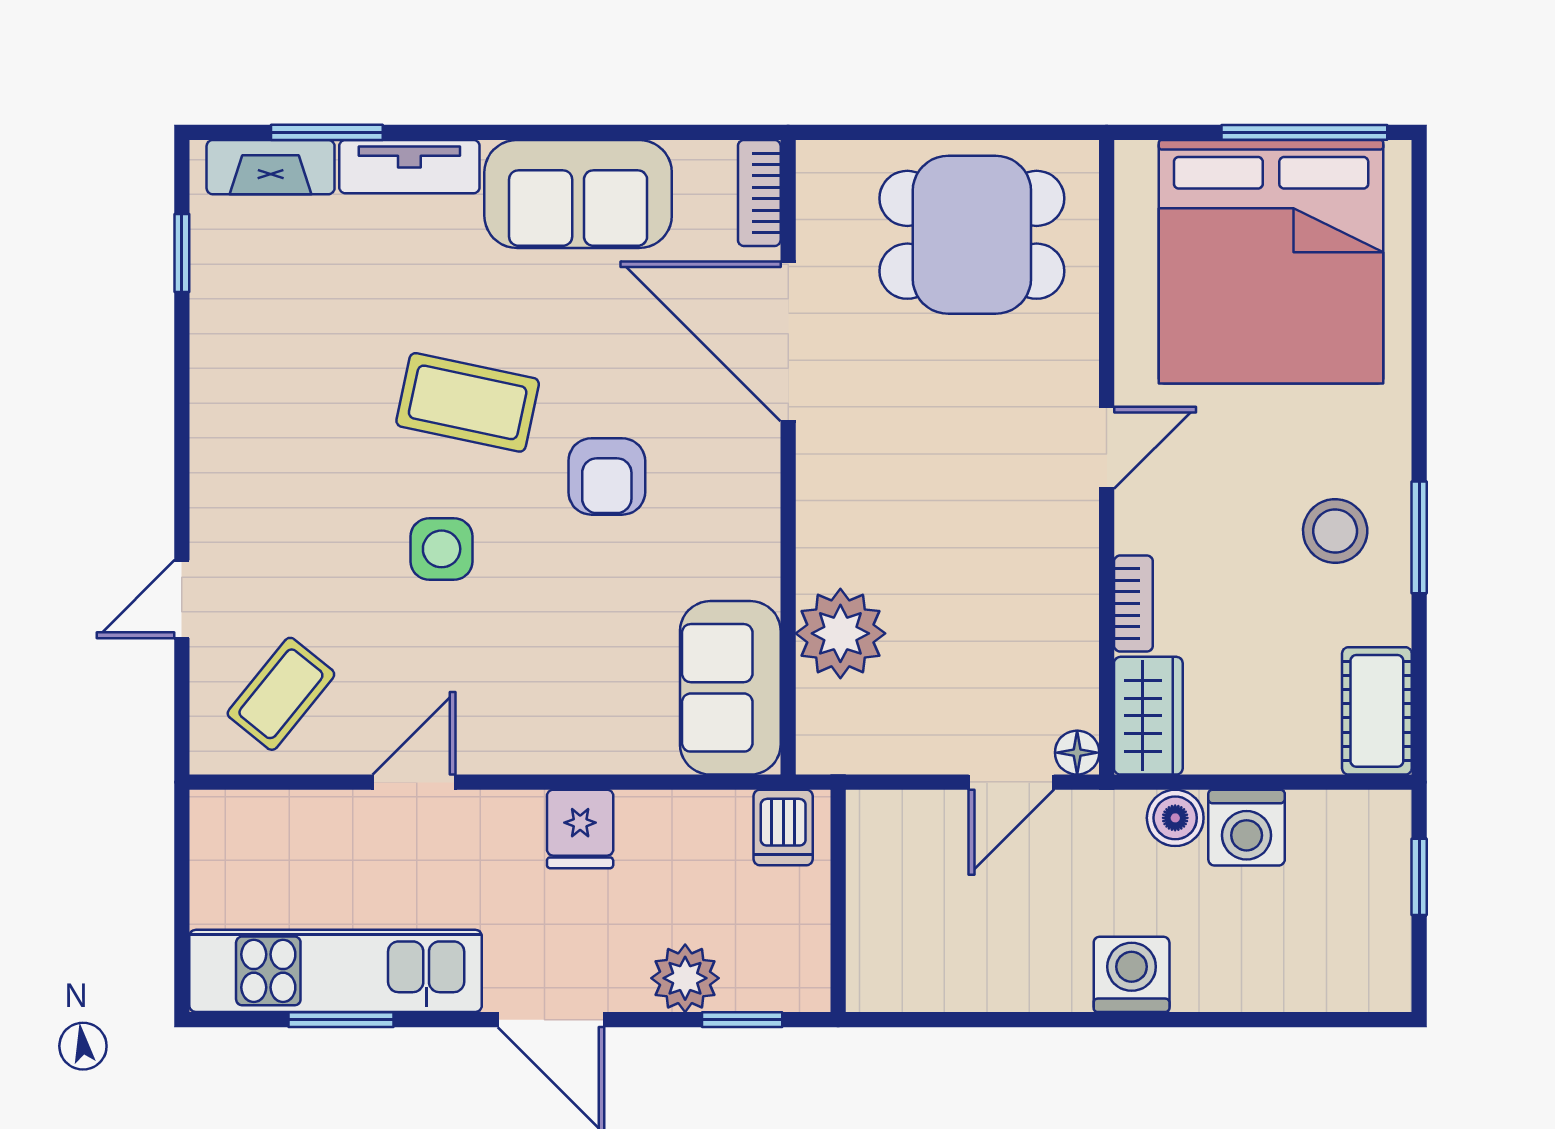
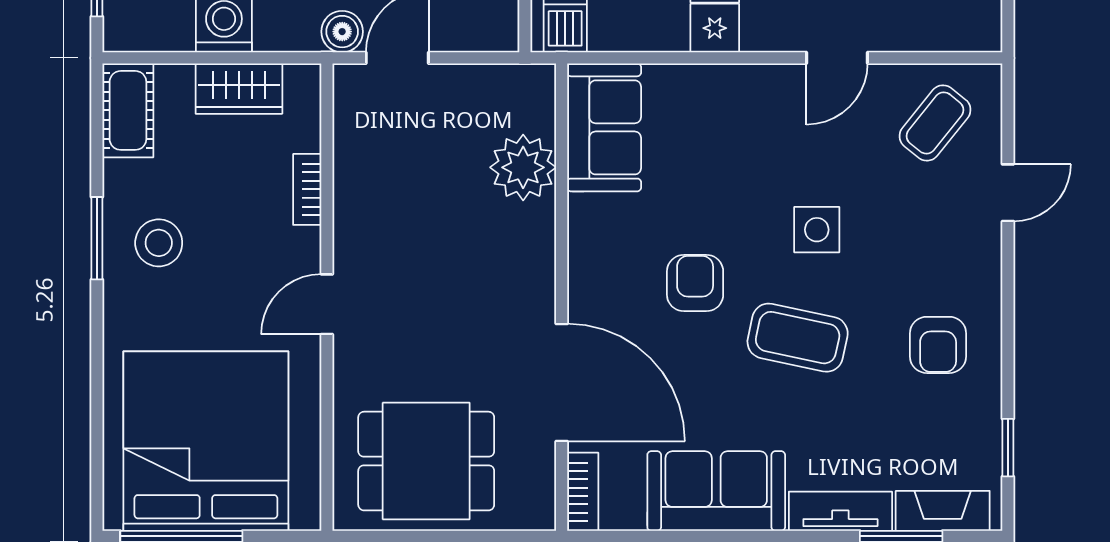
armchair: (277, 392) -> (938, 345), added
wardrobe: (1148, 716) -> (239, 89), moved, turned -90
floor lamp: (1077, 753) -> (349, 80), removed
boiler: (1175, 818) -> (342, 32), moved

